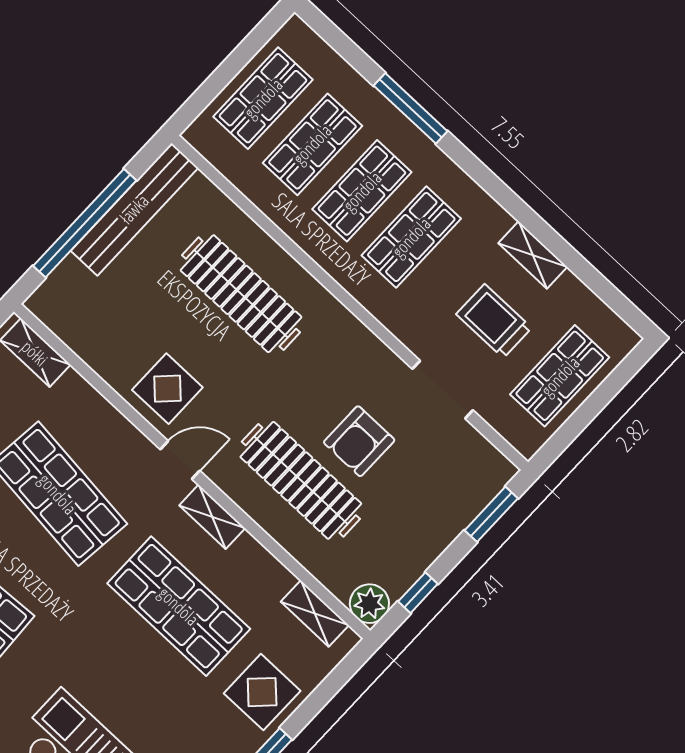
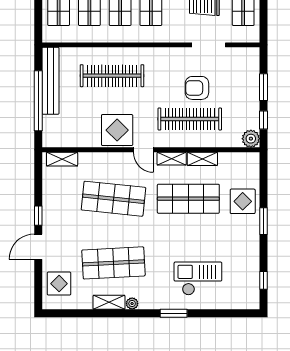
display table: (167, 389) -> (117, 130), width x1.36, depth x1.36
armchair: (359, 441) -> (197, 88), turned 90
door: (180, 460) -> (143, 150), swing flipped
window: (491, 514) -> (264, 87), moved
shelving: (315, 613) -> (202, 159), moved

